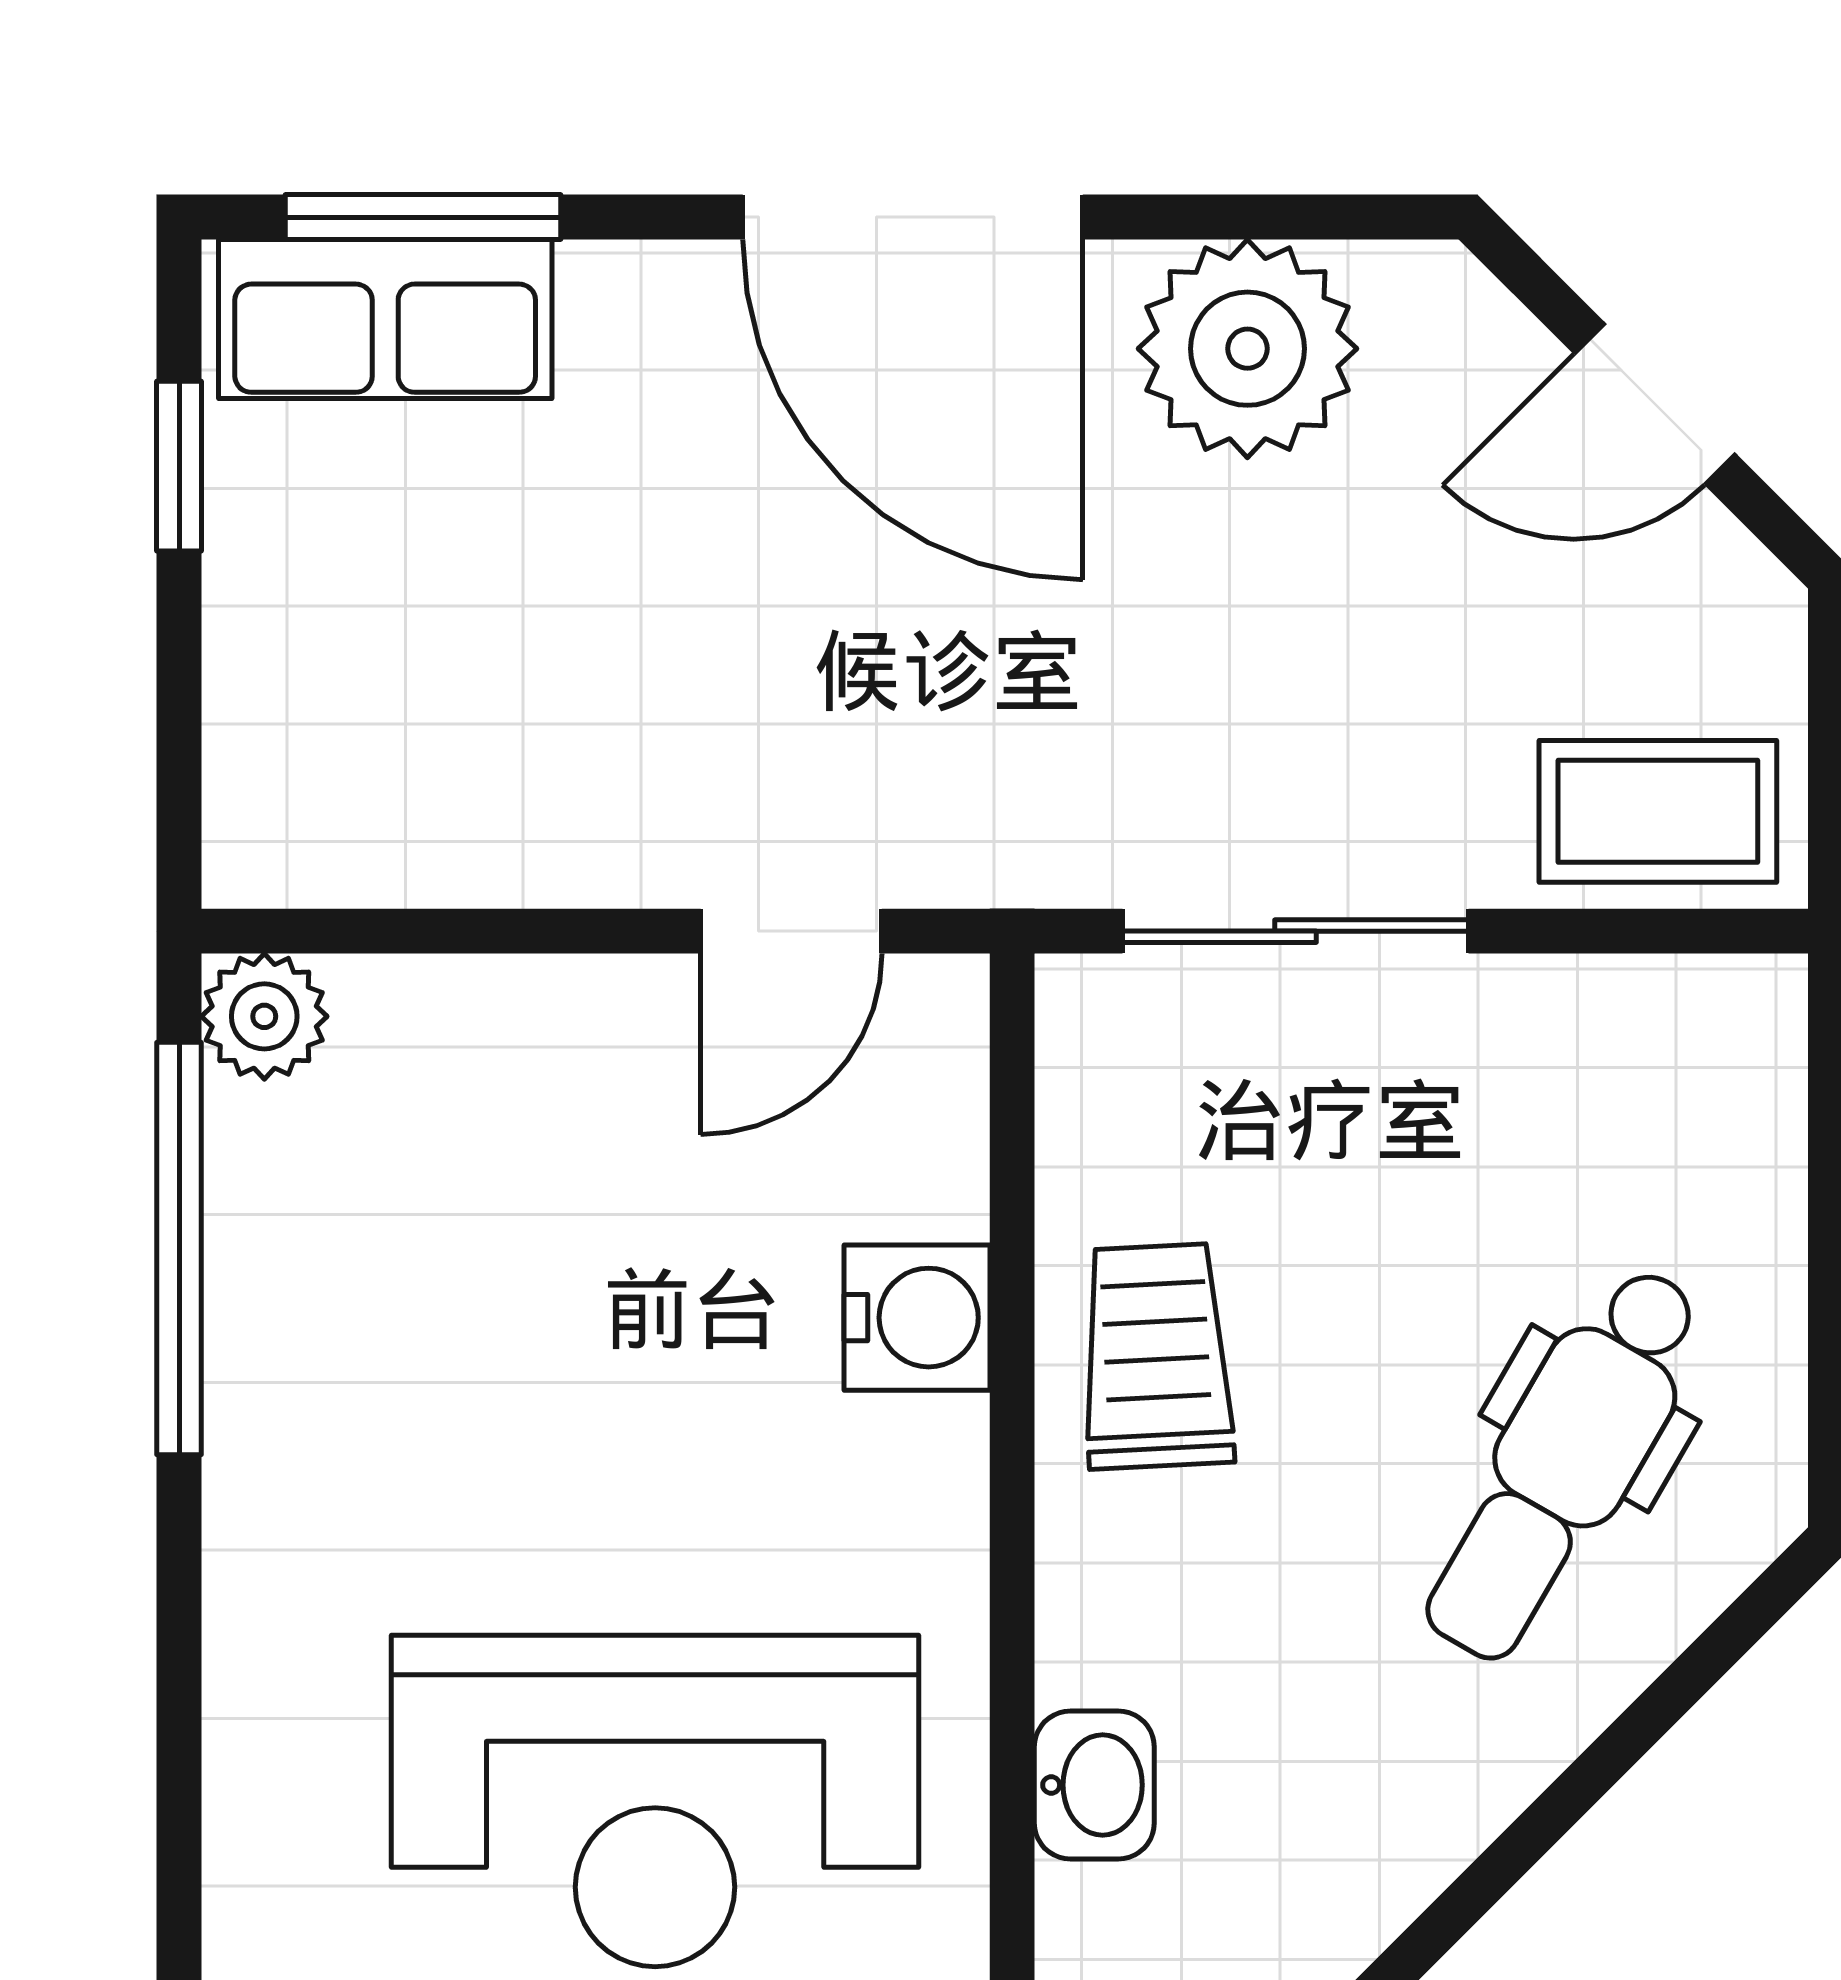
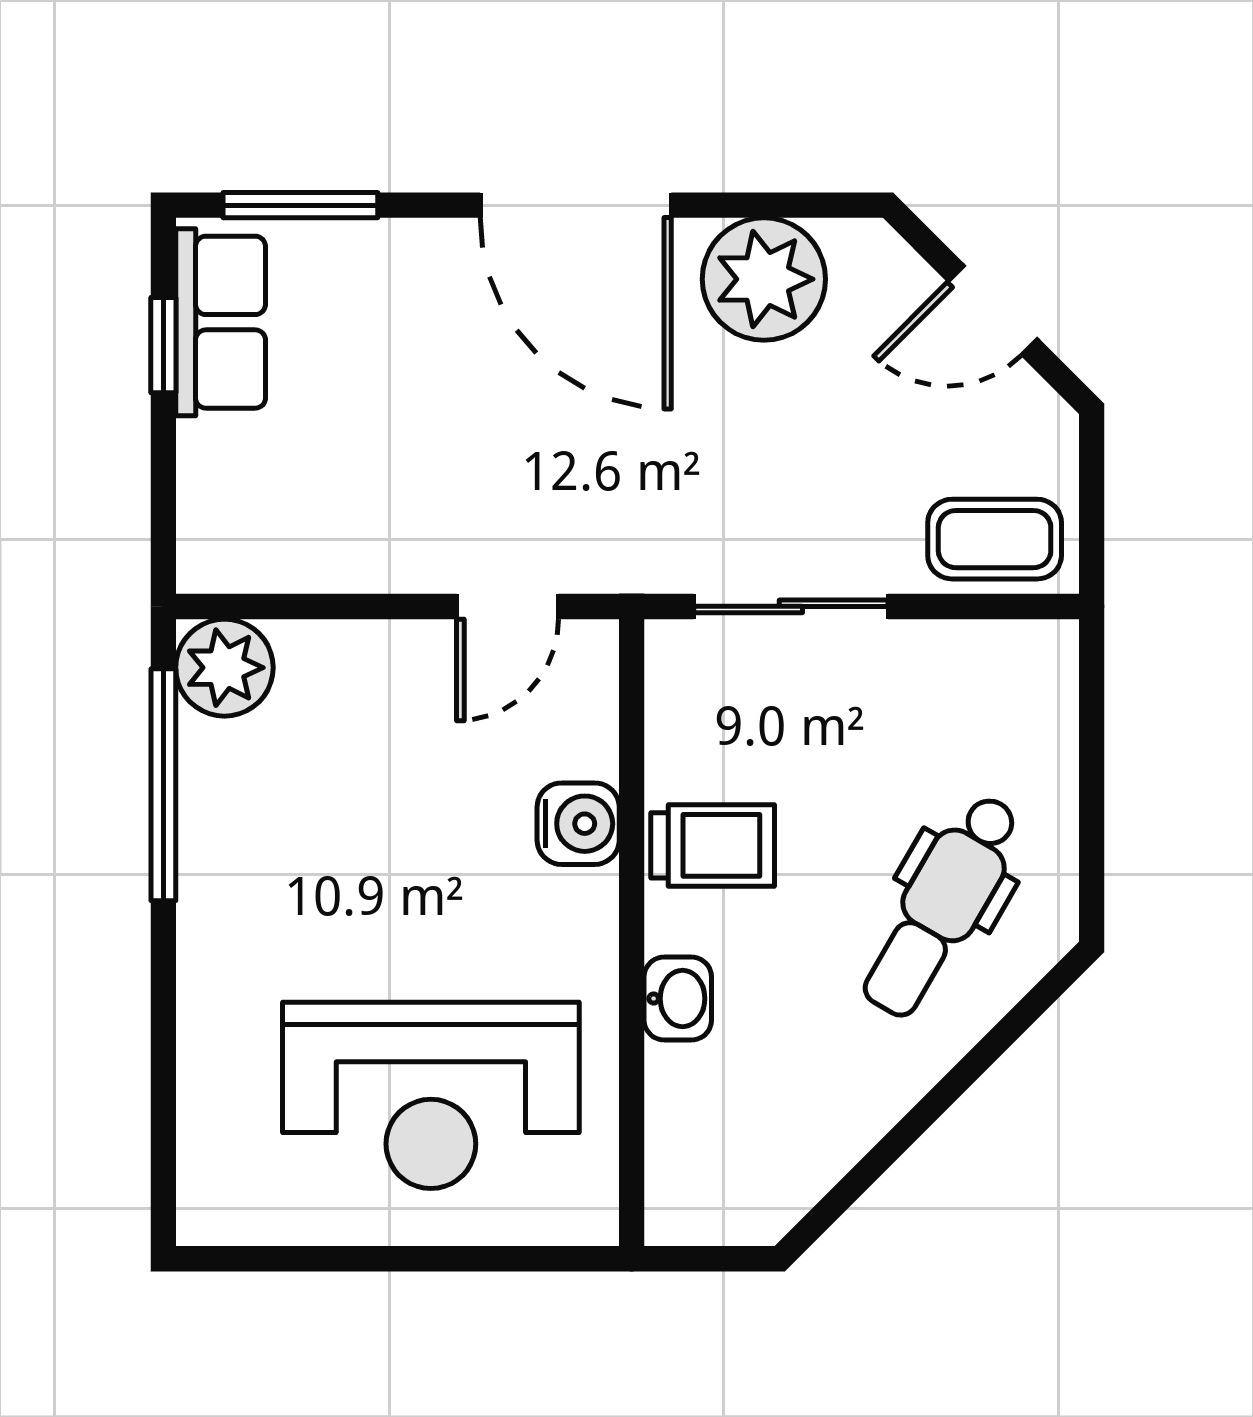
row of seats: (385, 319) -> (221, 322), moved, turned -90
plant: (264, 1016) -> (224, 668), width x1.38, depth x1.38
trolley: (1156, 1356) -> (713, 845), turned 93
washbasin: (1094, 1785) -> (678, 999), moved

